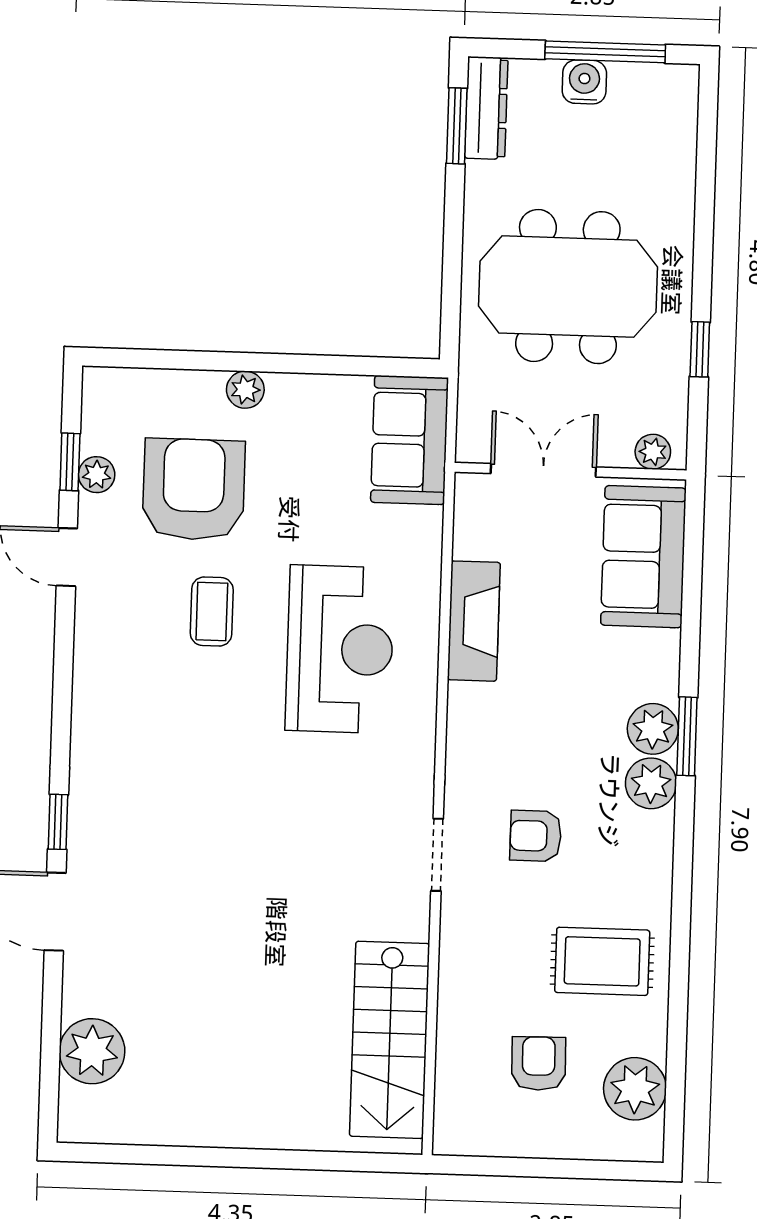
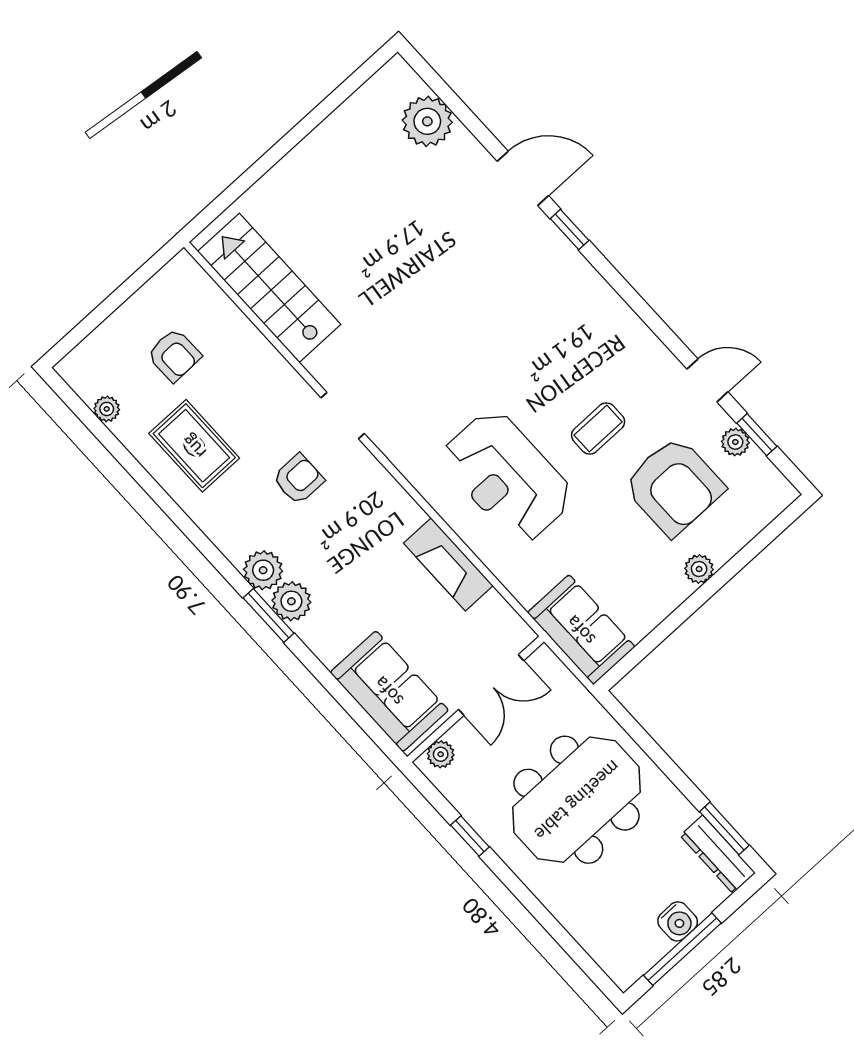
coffee table: (212, 612) -> (598, 428), turned 90
rug: (602, 961) -> (194, 446), turned 90
plant: (635, 1089) -> (107, 409), width x0.53, depth x0.53

